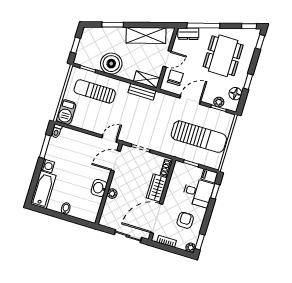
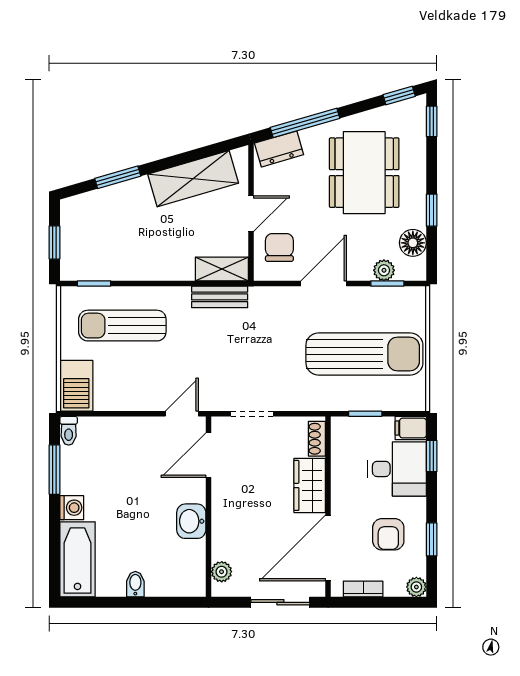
boiler: (111, 64) -> (139, 258), removed
plant: (112, 194) -> (222, 572), moved
armchair: (185, 220) -> (388, 534), turned 180
window: (200, 242) -> (432, 539), moved

